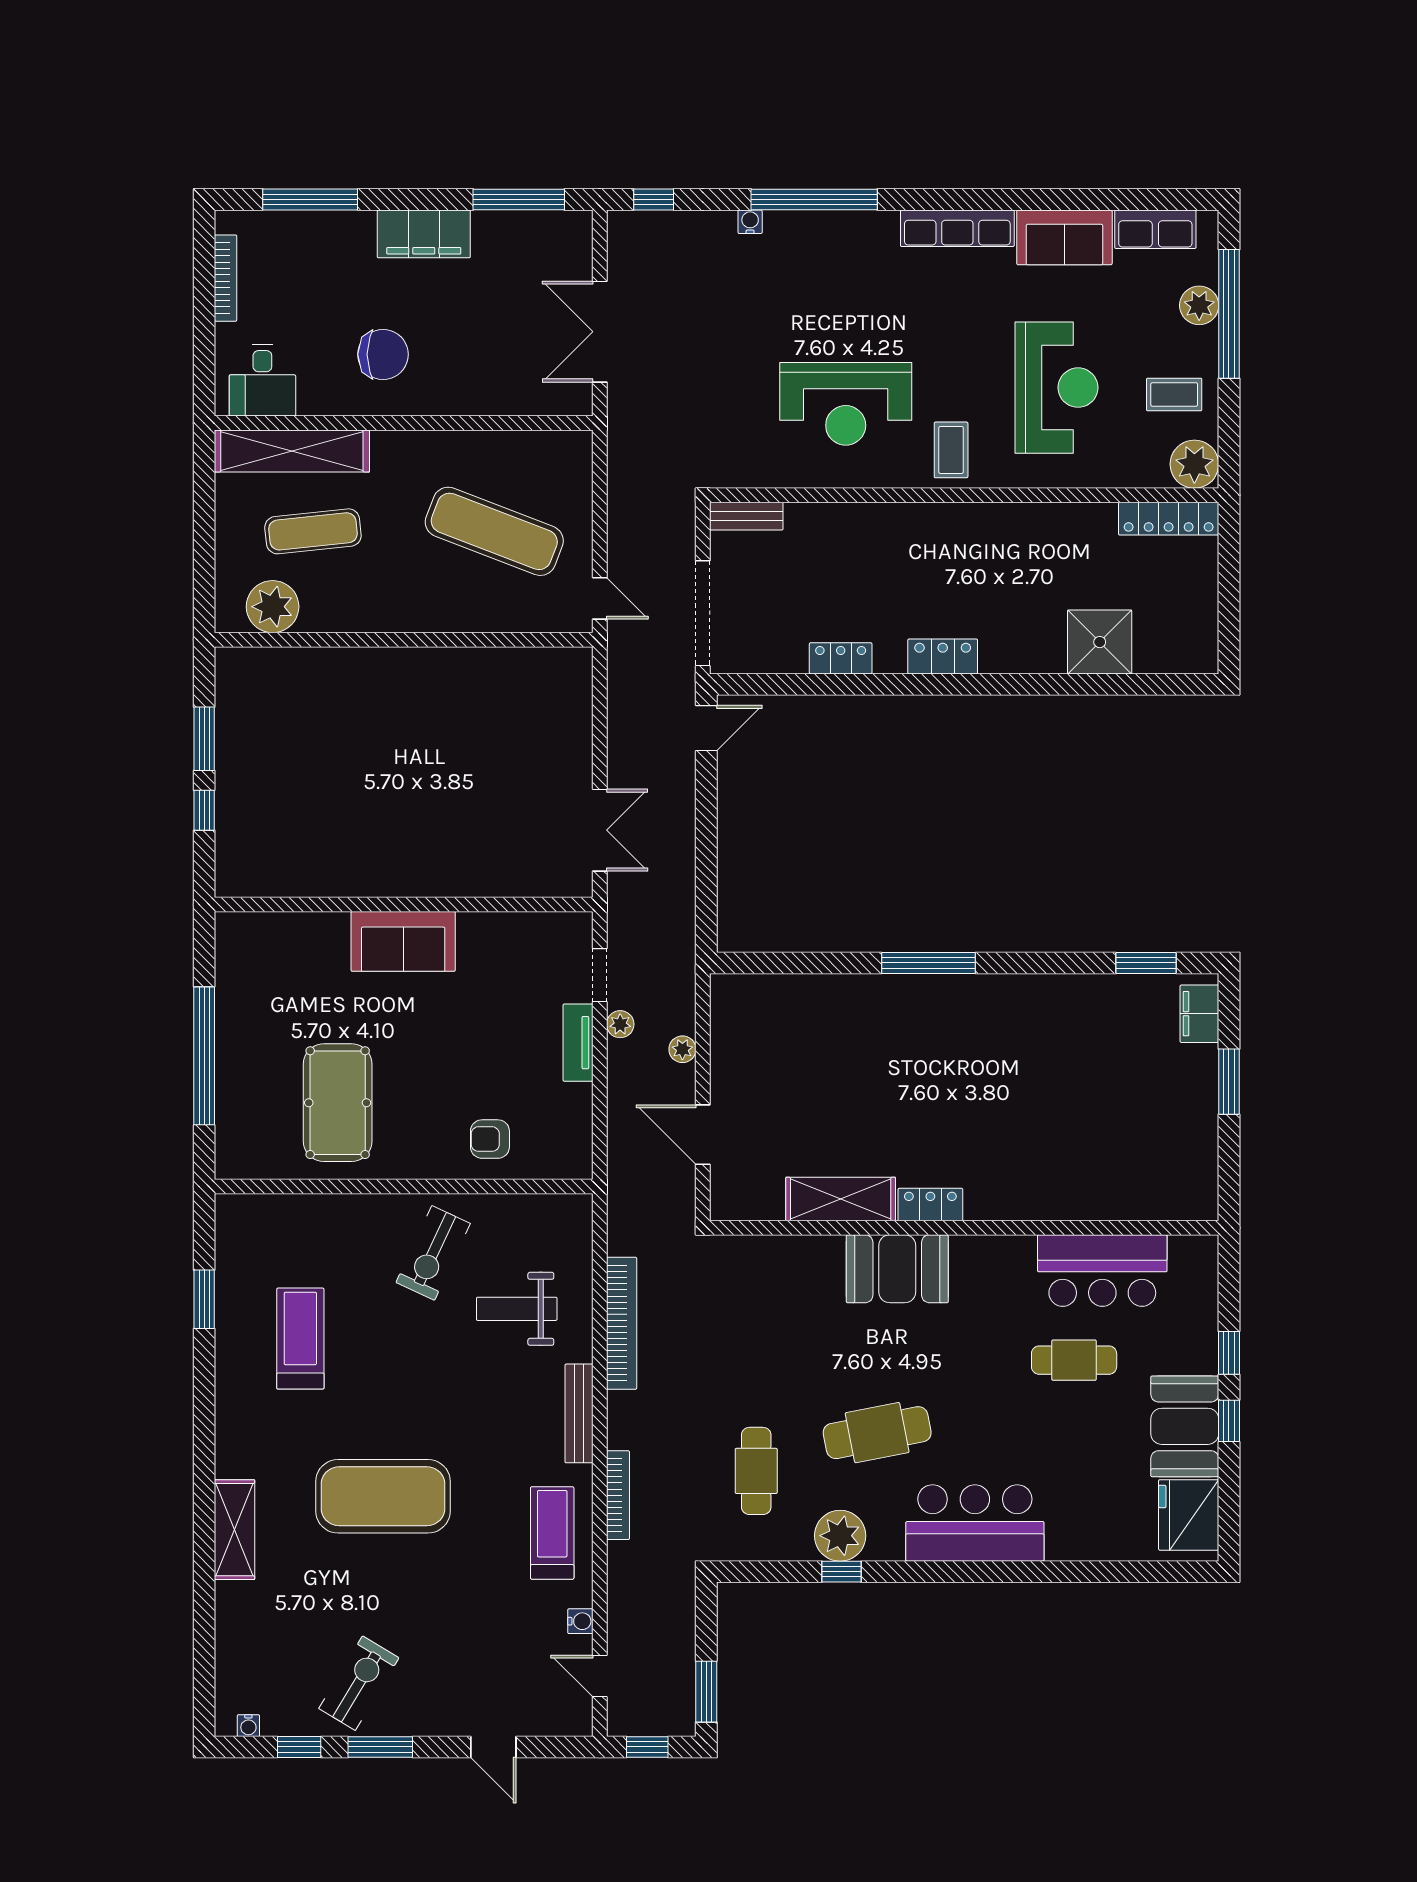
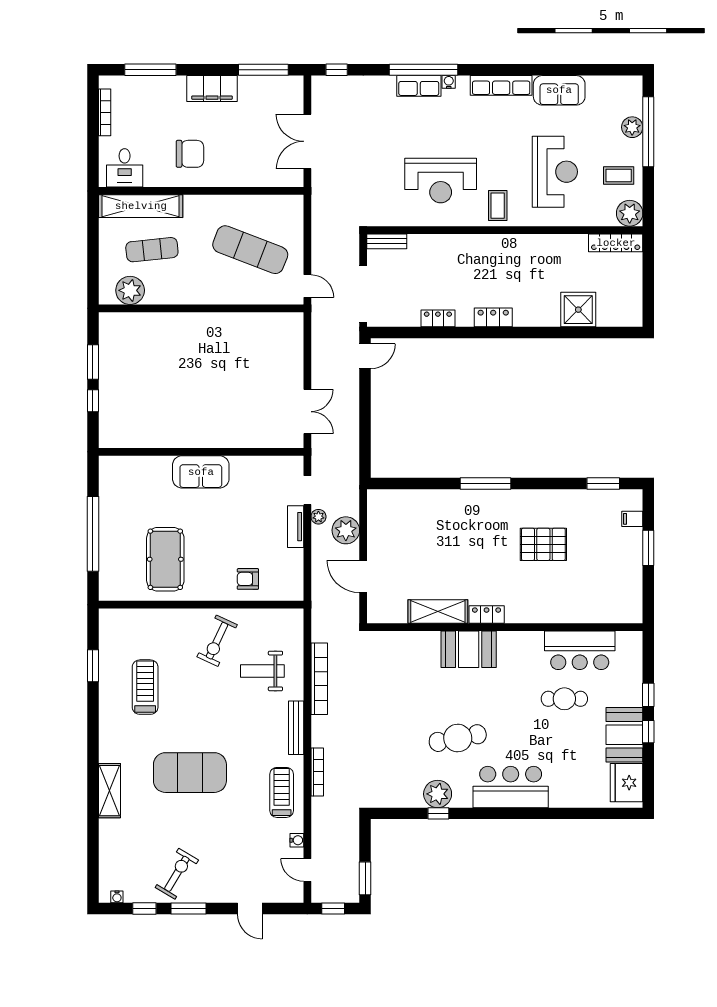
water cooler: (750, 222) -> (449, 82), moved
row of seats: (1155, 229) -> (419, 86), moved
filing cabinet: (1199, 1014) -> (632, 519), width x0.50
plant: (682, 1049) -> (346, 530), width x1.88, depth x1.88
pallet: (1035, 1075) -> (543, 544), added
cafe table: (756, 1471) -> (392, 759), removed

